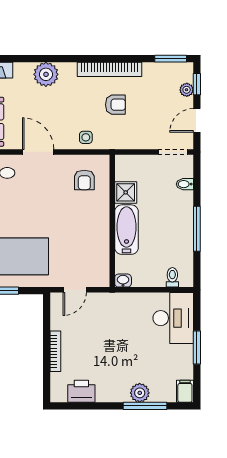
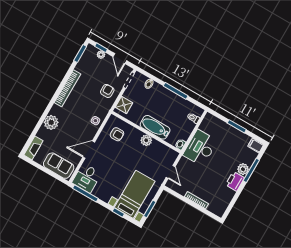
armchair: (115, 105) -> (107, 91), moved
shower: (126, 192) -> (124, 105), moved
plant: (100, 228) -> (146, 140), added
desk: (173, 318) -> (200, 148), moved, turned -90
printer: (81, 391) -> (235, 181), moved

